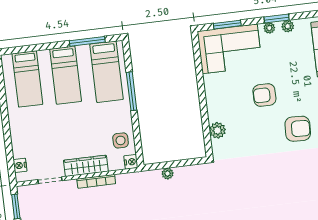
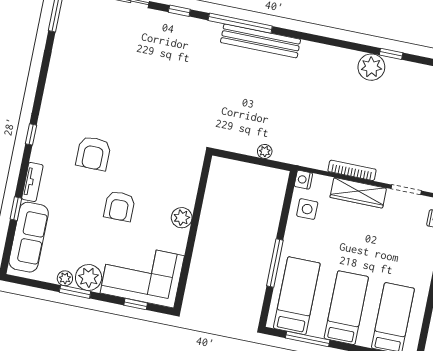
window: (227, 25) -> (136, 304), width x0.67
plant: (269, 28) -> (89, 277), width x1.88, depth x1.88
armchair: (264, 95) -> (119, 206), turned 90
armchair: (298, 129) -> (93, 153), turned -92
plant: (217, 130) -> (182, 218), moved

